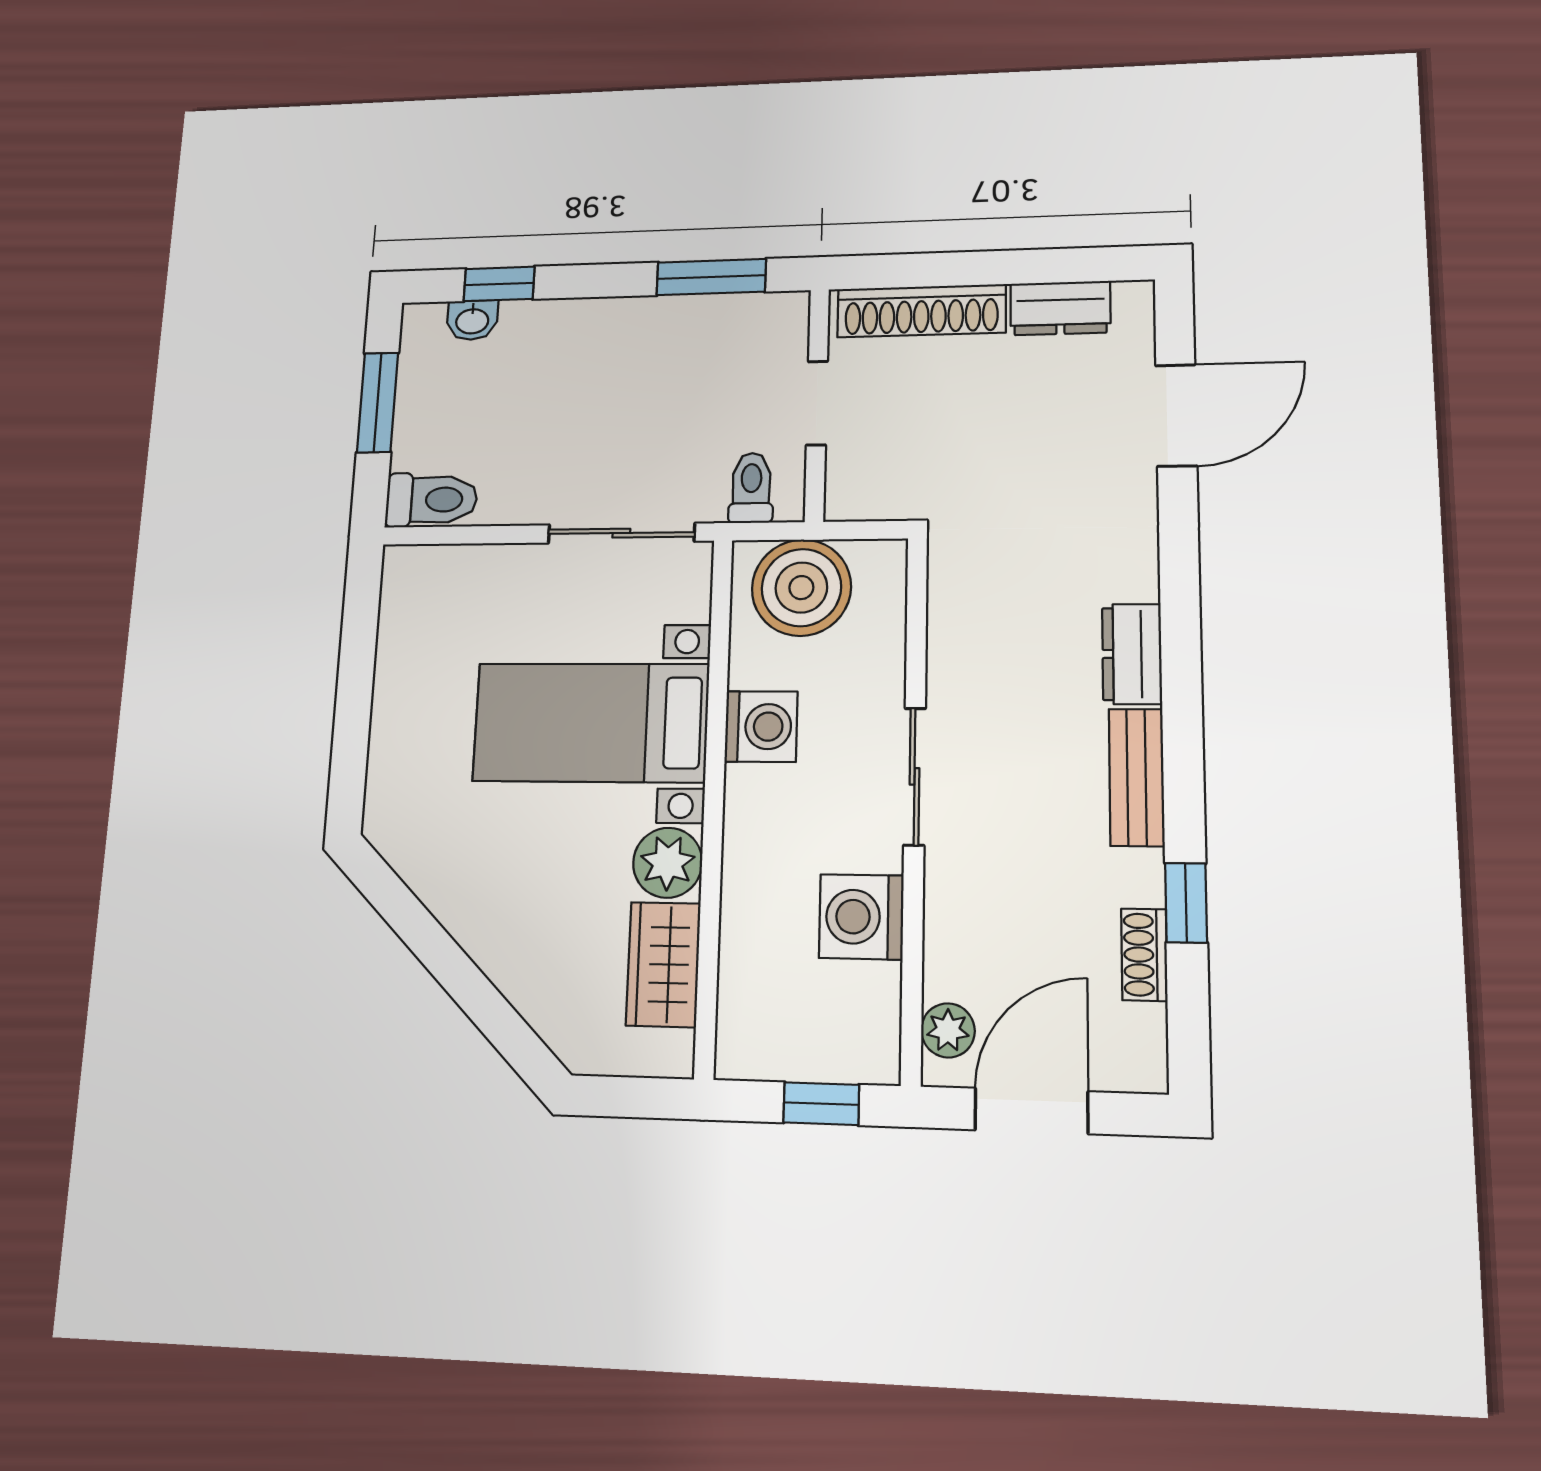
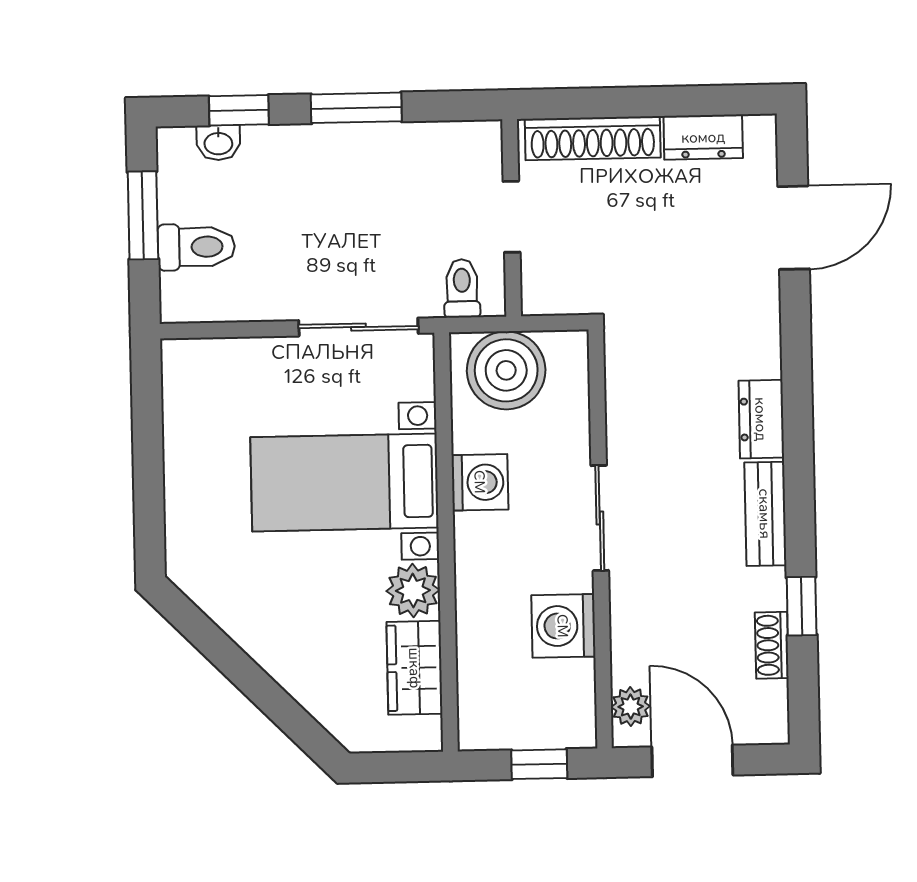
window: (711, 277) -> (356, 108), moved
toilet: (431, 500) -> (196, 247), moved
door: (1031, 1111) -> (692, 761), hinge flipped

